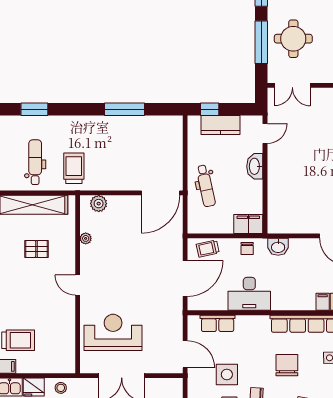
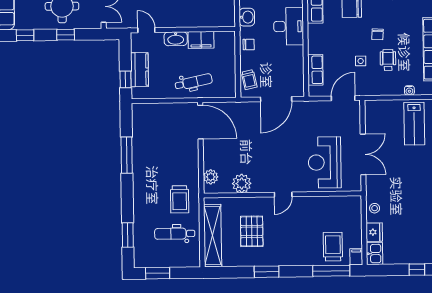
window: (261, 42) -> (66, 35), width x0.46
trolley: (74, 168) -> (180, 199), turned -90
filing cabinet: (248, 224) -> (201, 40), moved, turned -90
plant: (86, 238) -> (242, 183), width x1.88, depth x1.88
pallet: (36, 249) -> (252, 231), width x1.50, depth x1.42
door: (185, 279) -> (276, 99), swing flipped
desk: (249, 294) -> (289, 26), moved
side table: (227, 374) -> (361, 61), width x0.54, depth x0.54

